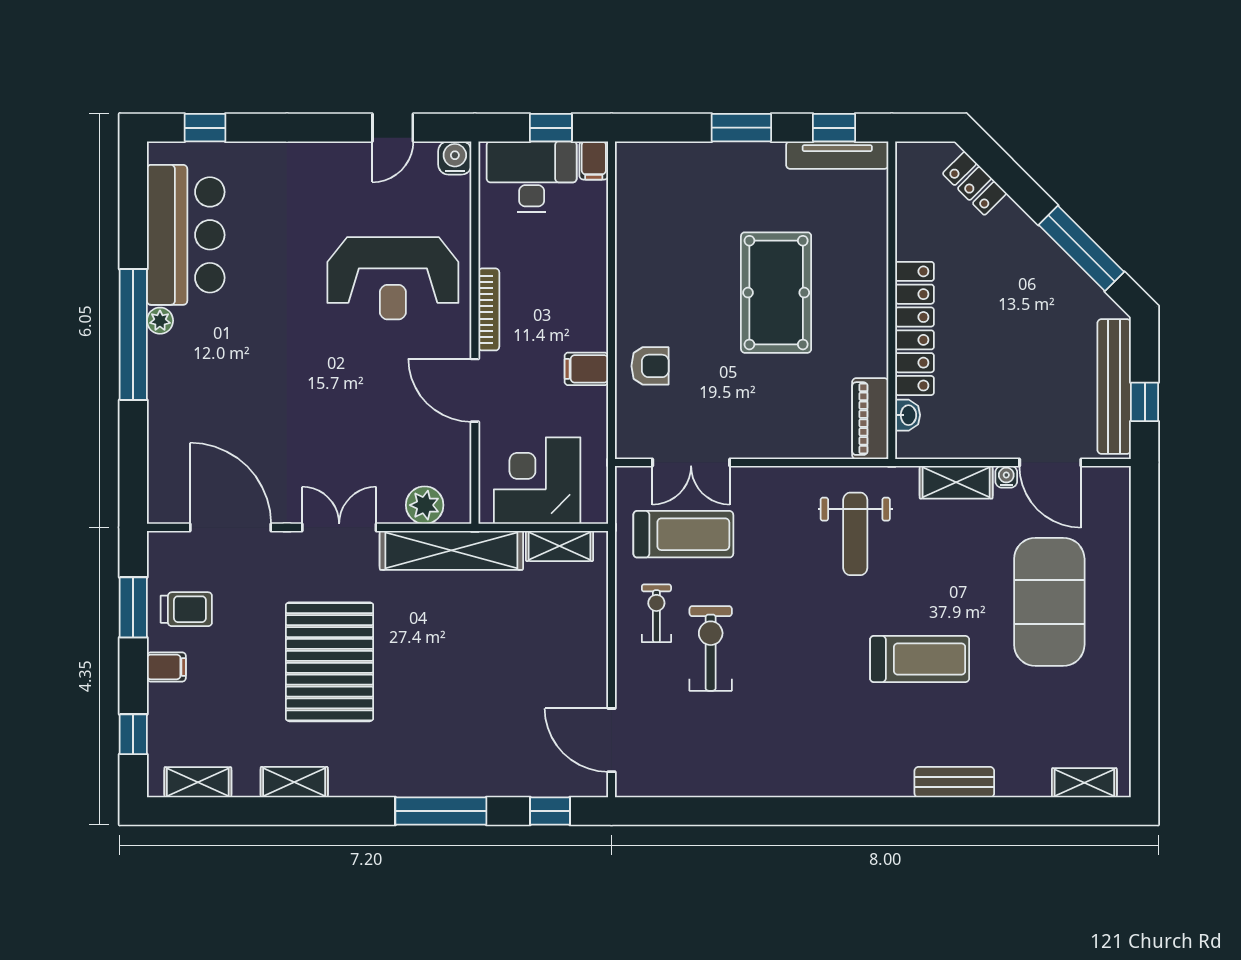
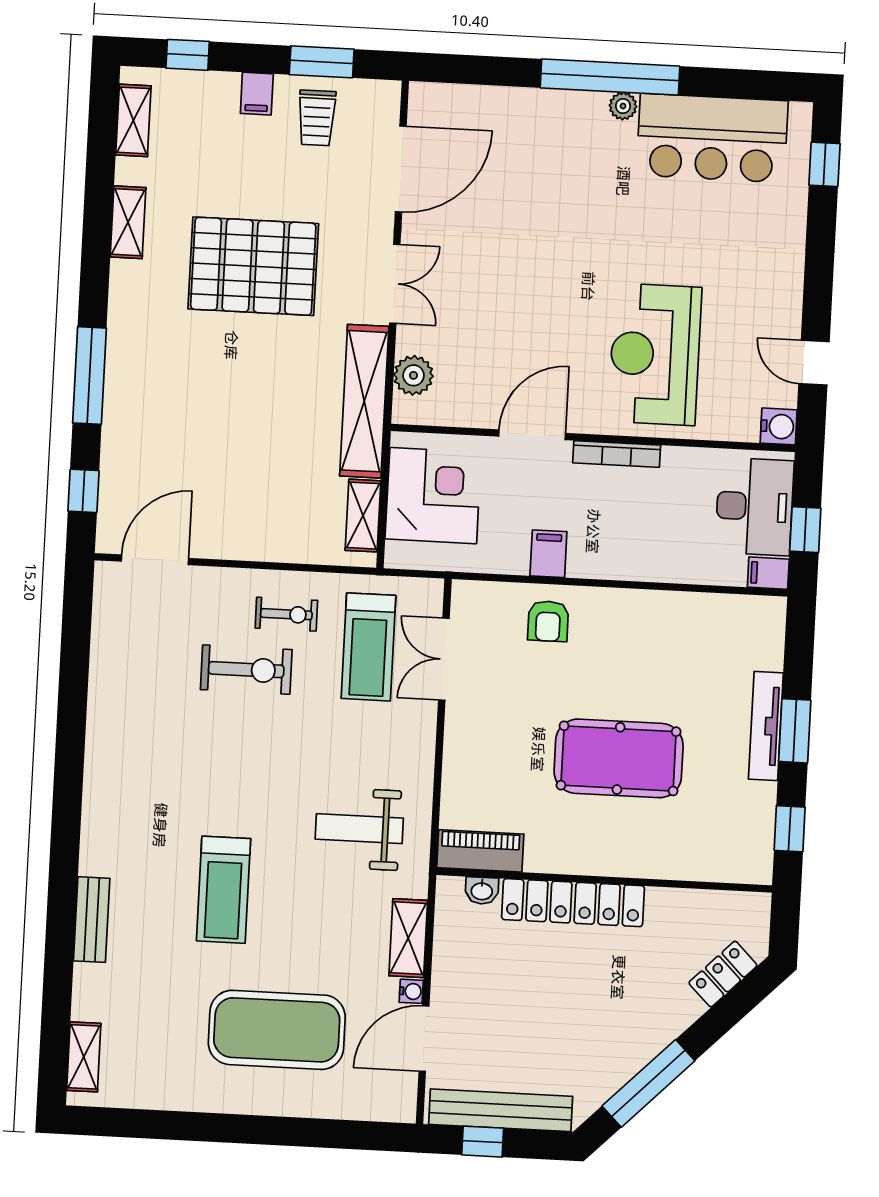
tv unit: (837, 155) -> (766, 726), moved

